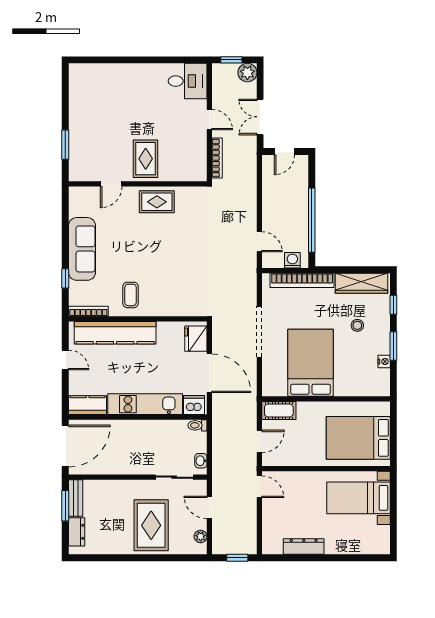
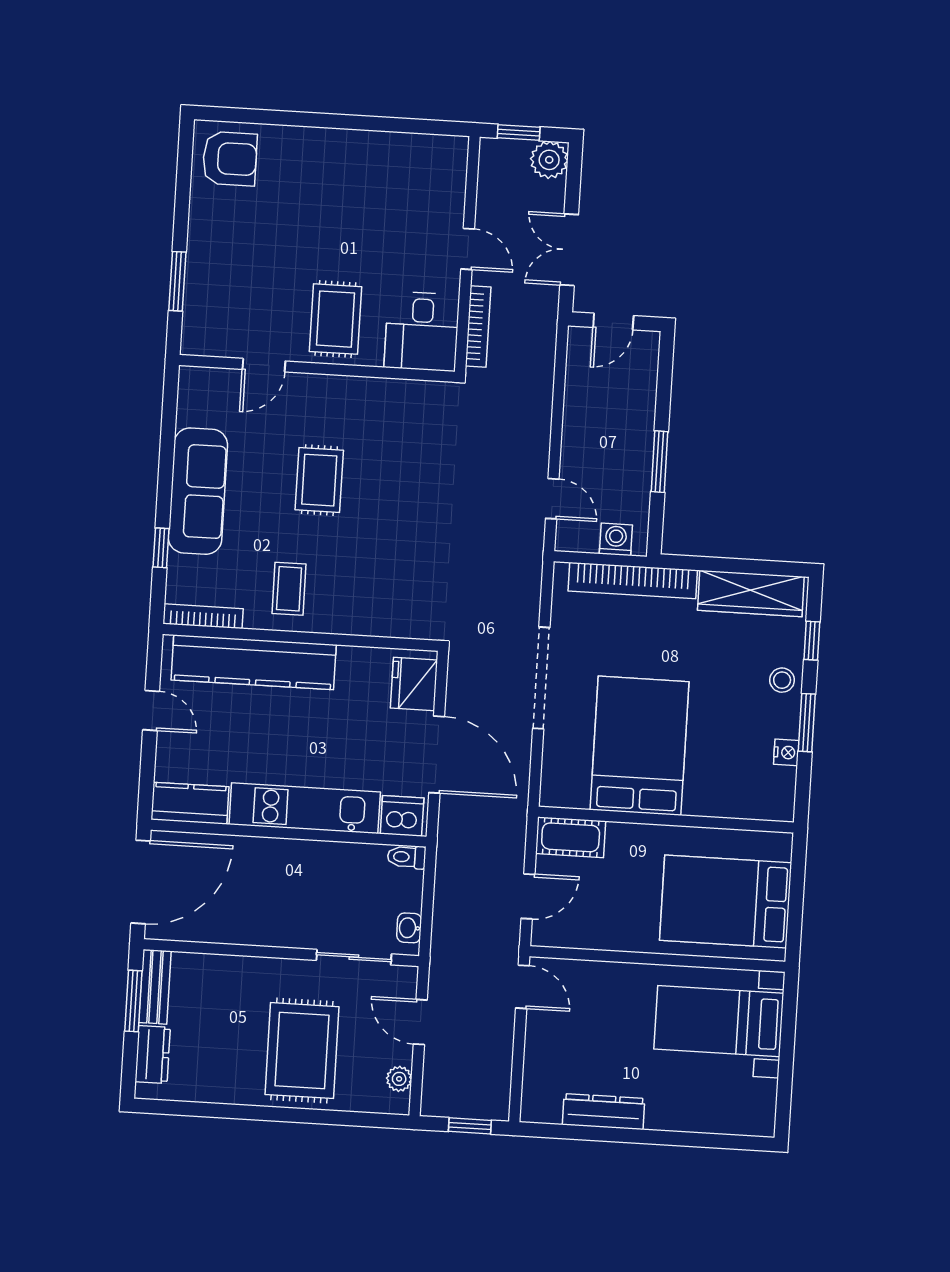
desk: (188, 81) -> (422, 331), moved, turned 90
armchair: (88, 82) -> (230, 159), added
rug: (157, 202) -> (319, 480), moved, turned 90
window: (312, 220) -> (659, 462), width x0.47
stool: (357, 325) -> (782, 680), moved

